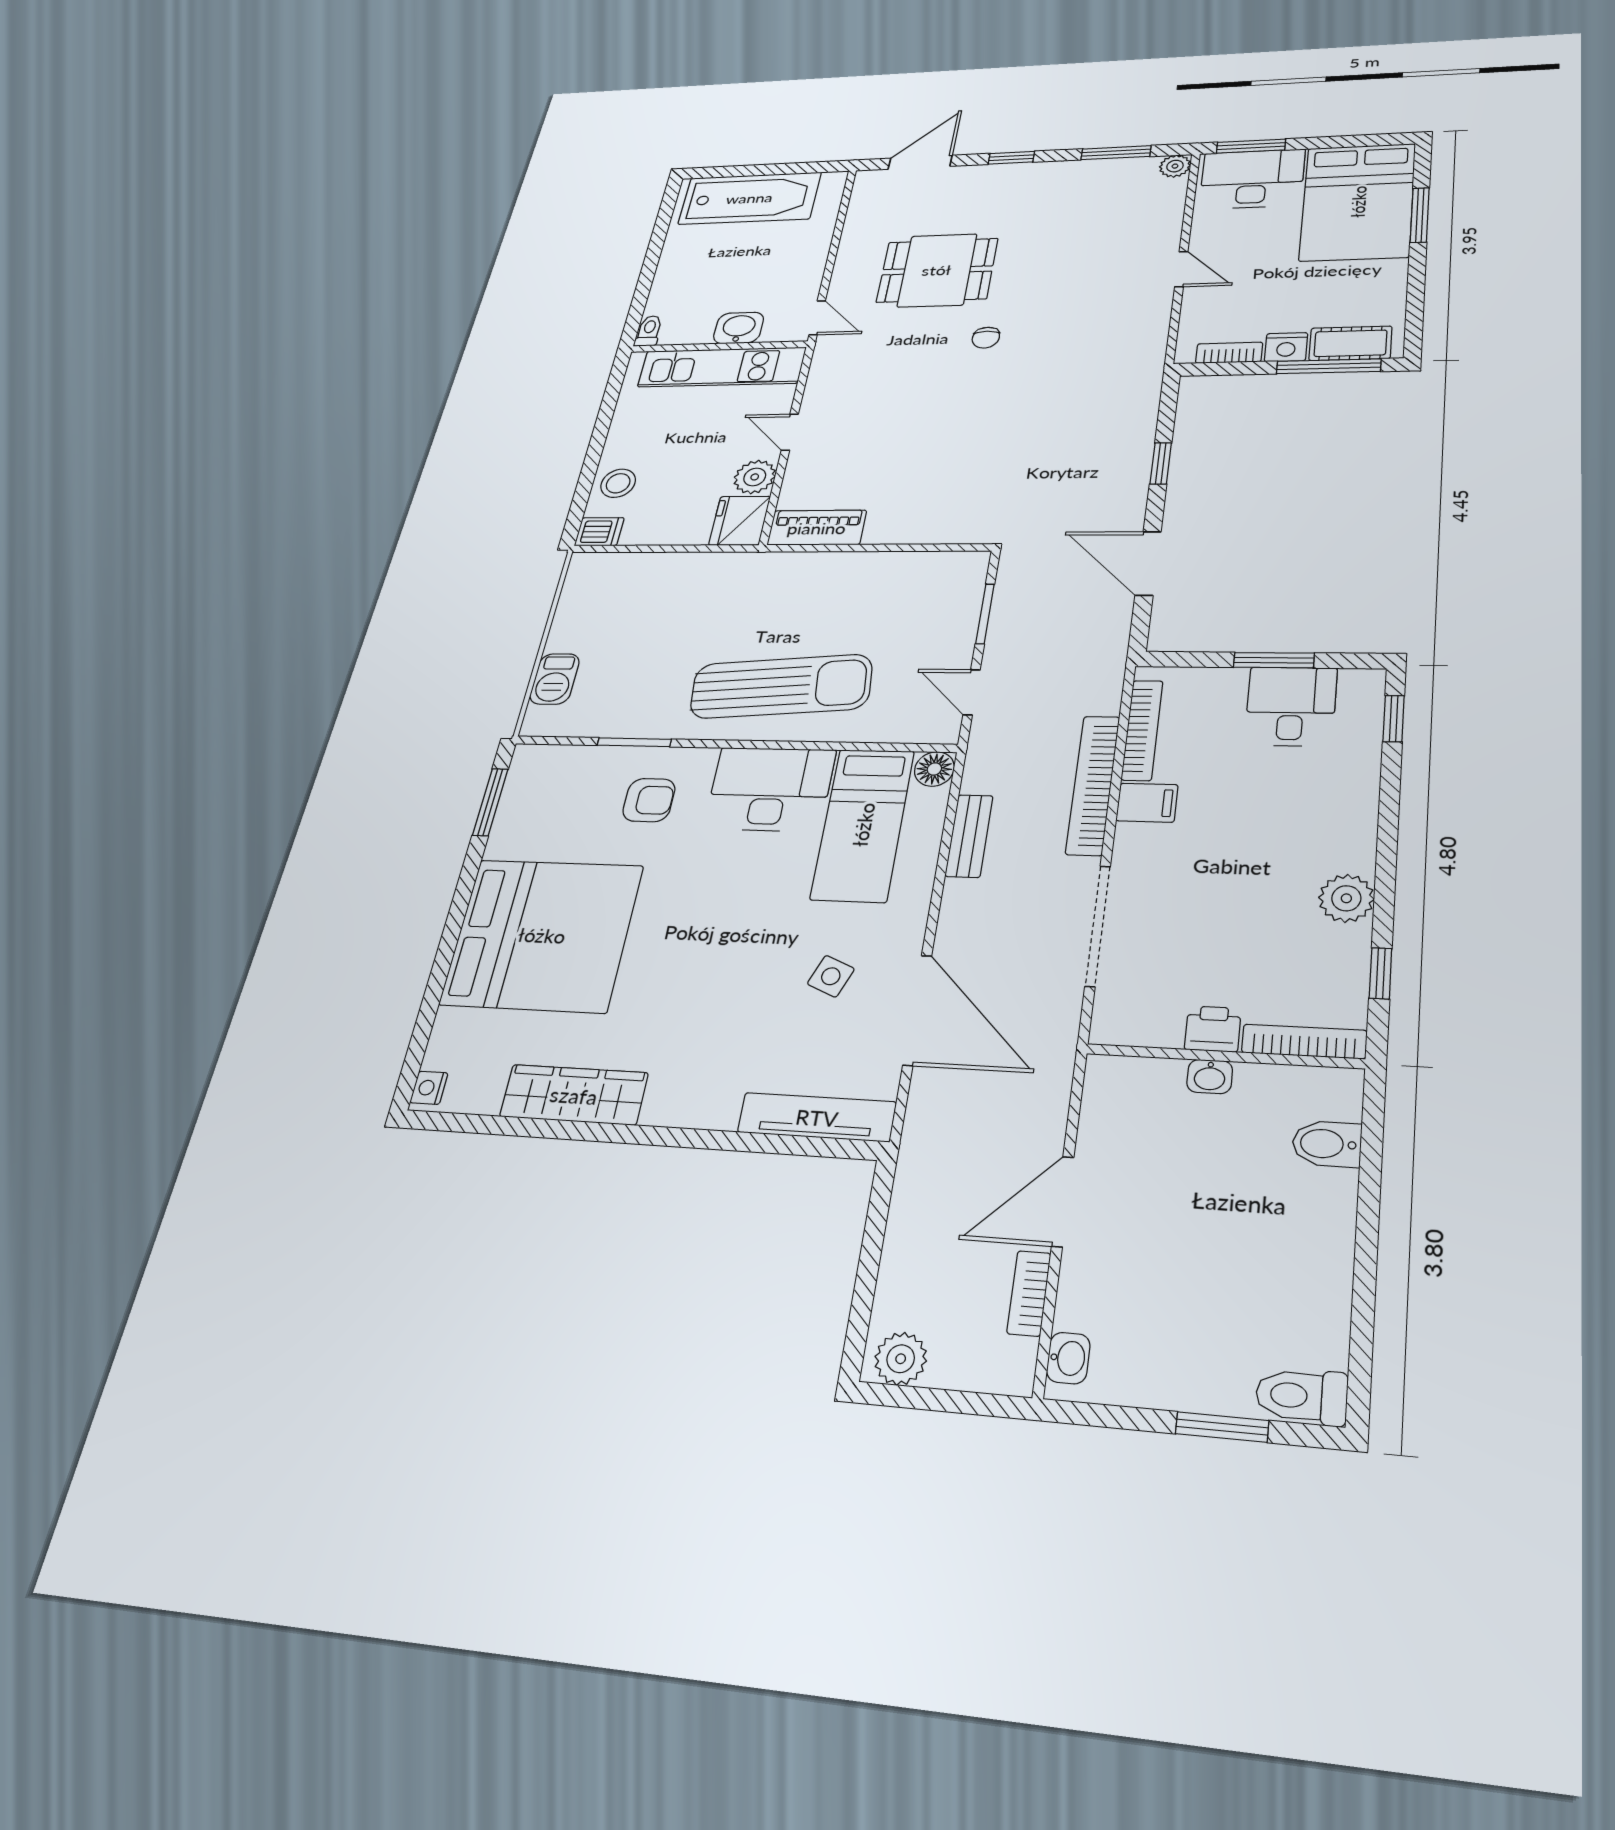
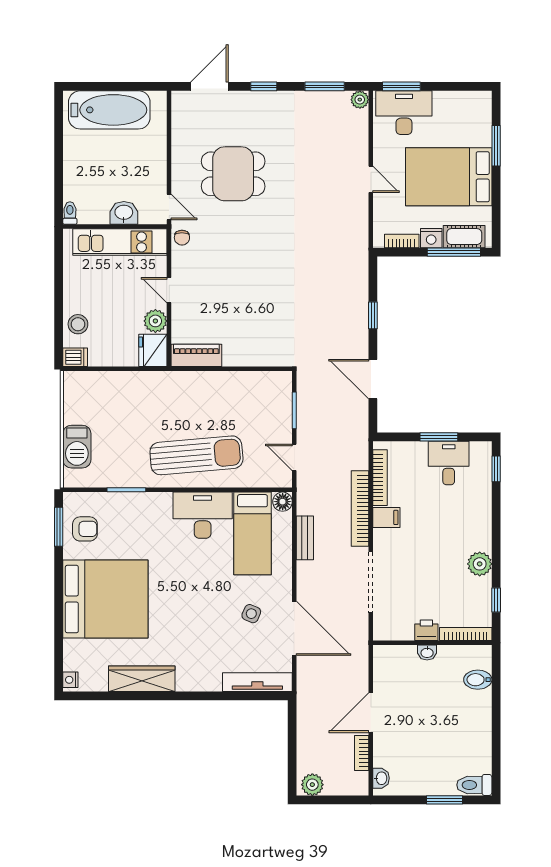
bed: (1358, 202) -> (449, 177), moved, turned 90
chair: (986, 338) -> (182, 238), moved
barbecue: (555, 679) -> (77, 447), width x1.38, depth x1.27
armchair: (649, 800) -> (85, 529), moved

